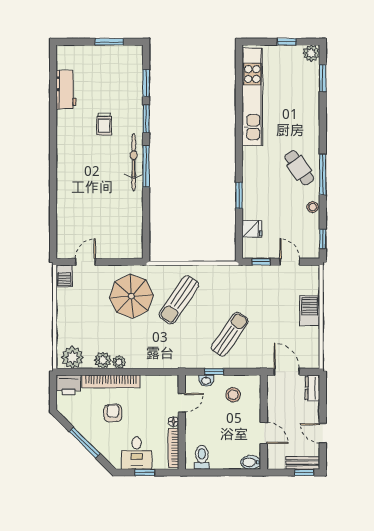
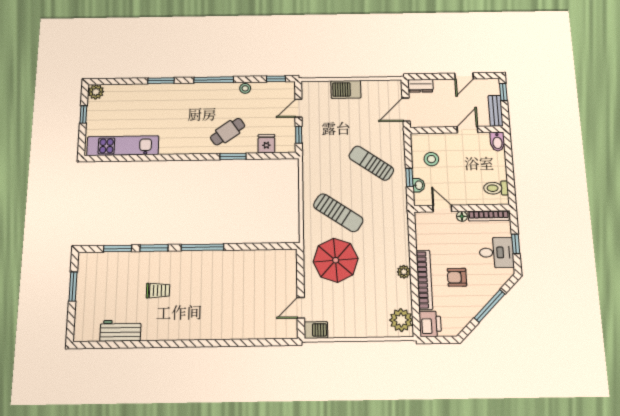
window: (323, 78) -> (161, 81), moved
kitchen unit: (252, 97) -> (123, 146), width x0.73
bicycle: (134, 162) -> (198, 260), removed
cafe table: (299, 168) -> (228, 132), moved
door: (85, 262) -> (301, 308), hinge flipped
plant: (103, 360) -> (403, 288), removed
bench: (303, 463) -> (496, 111), moved

